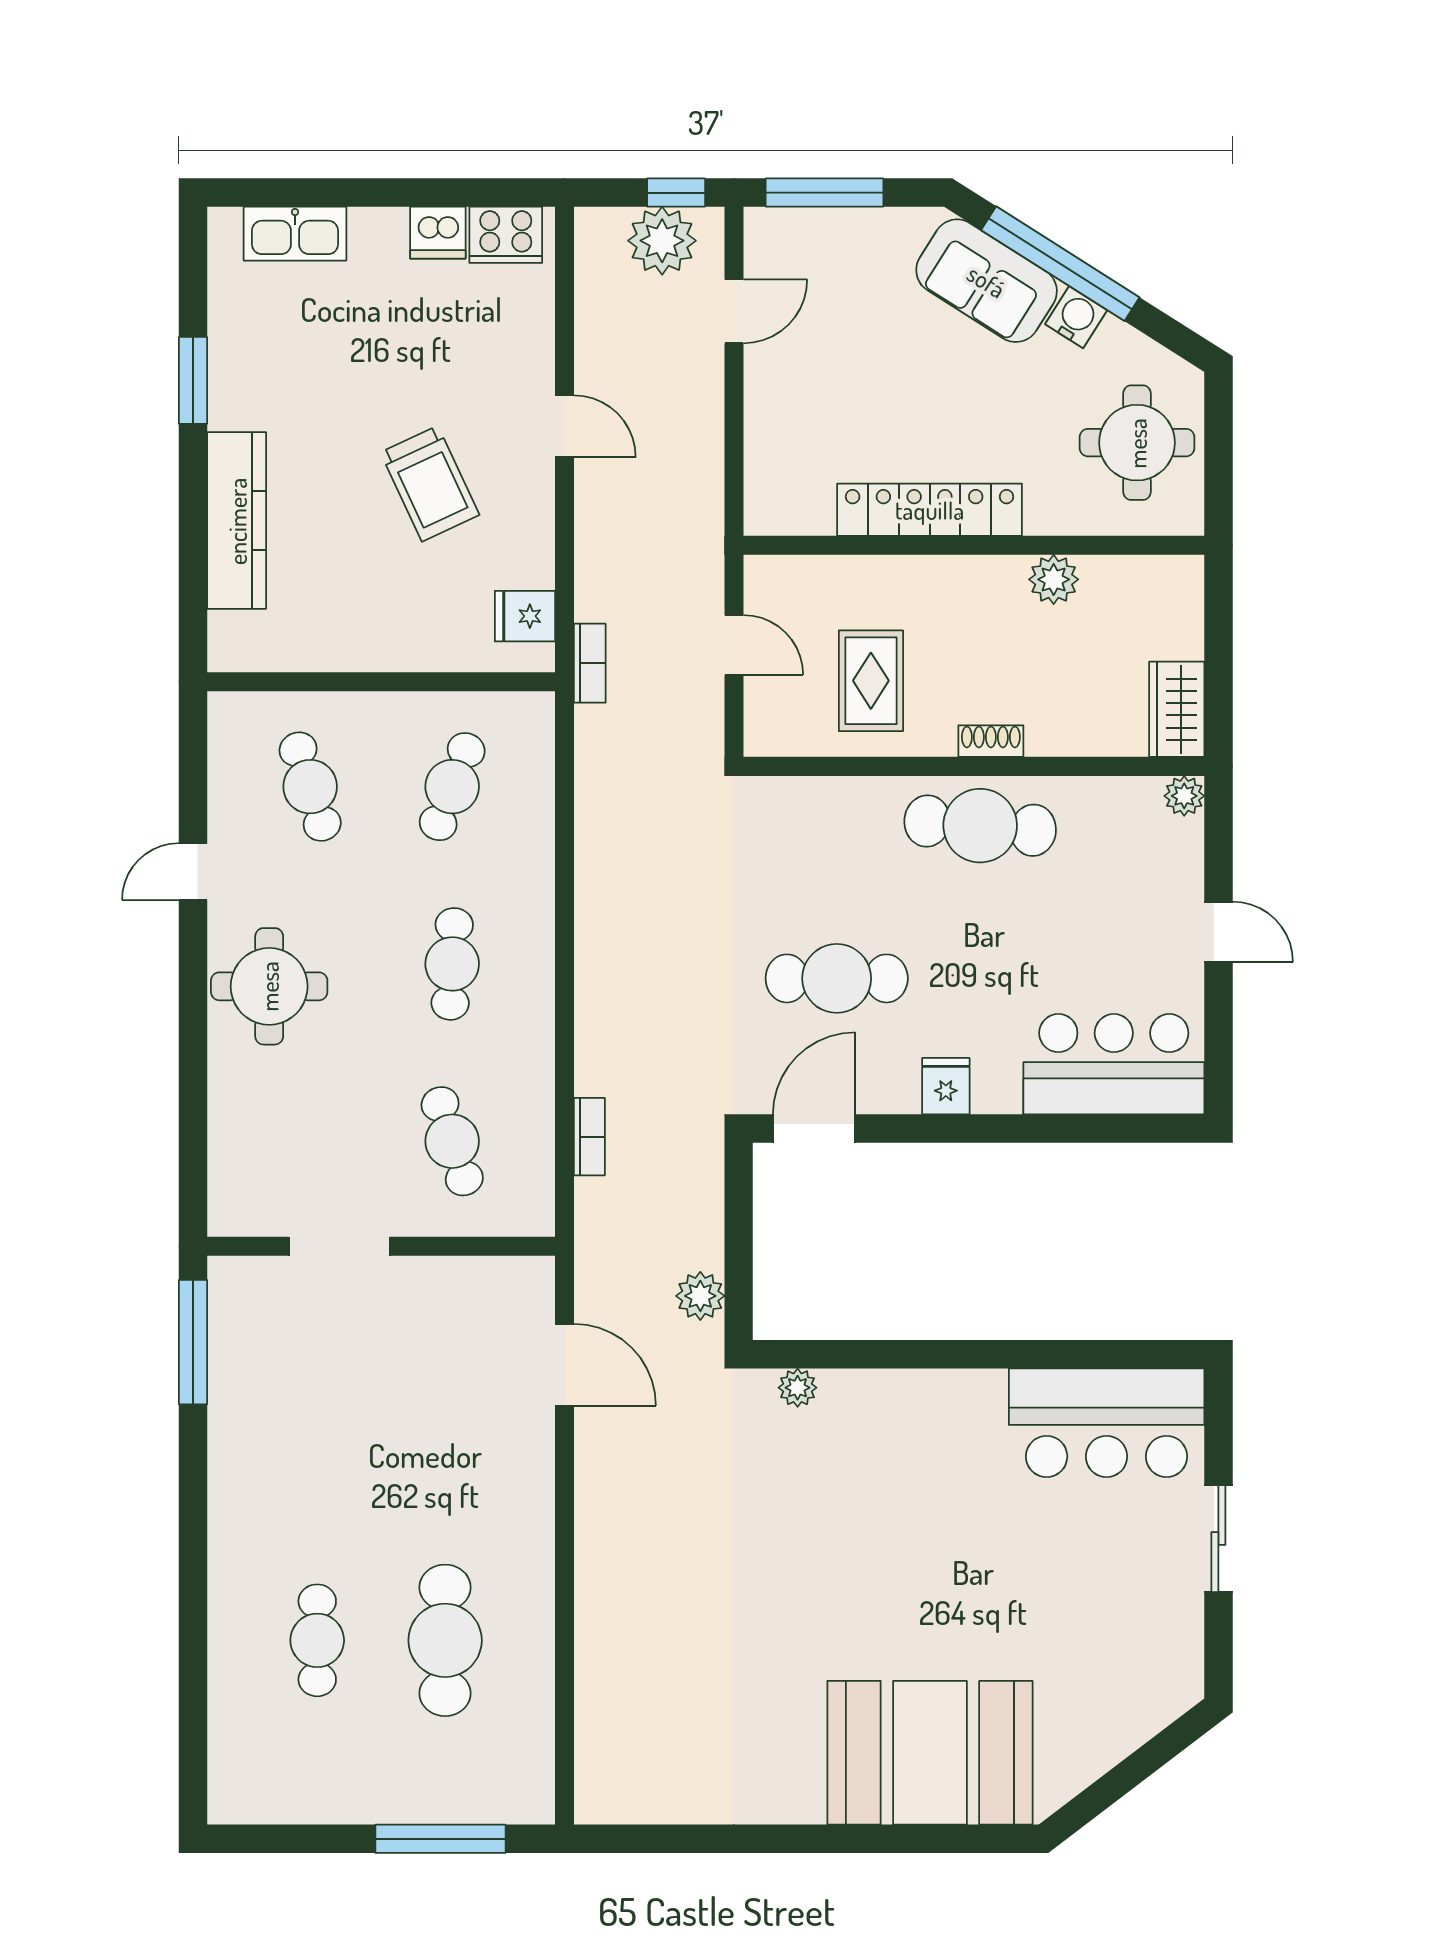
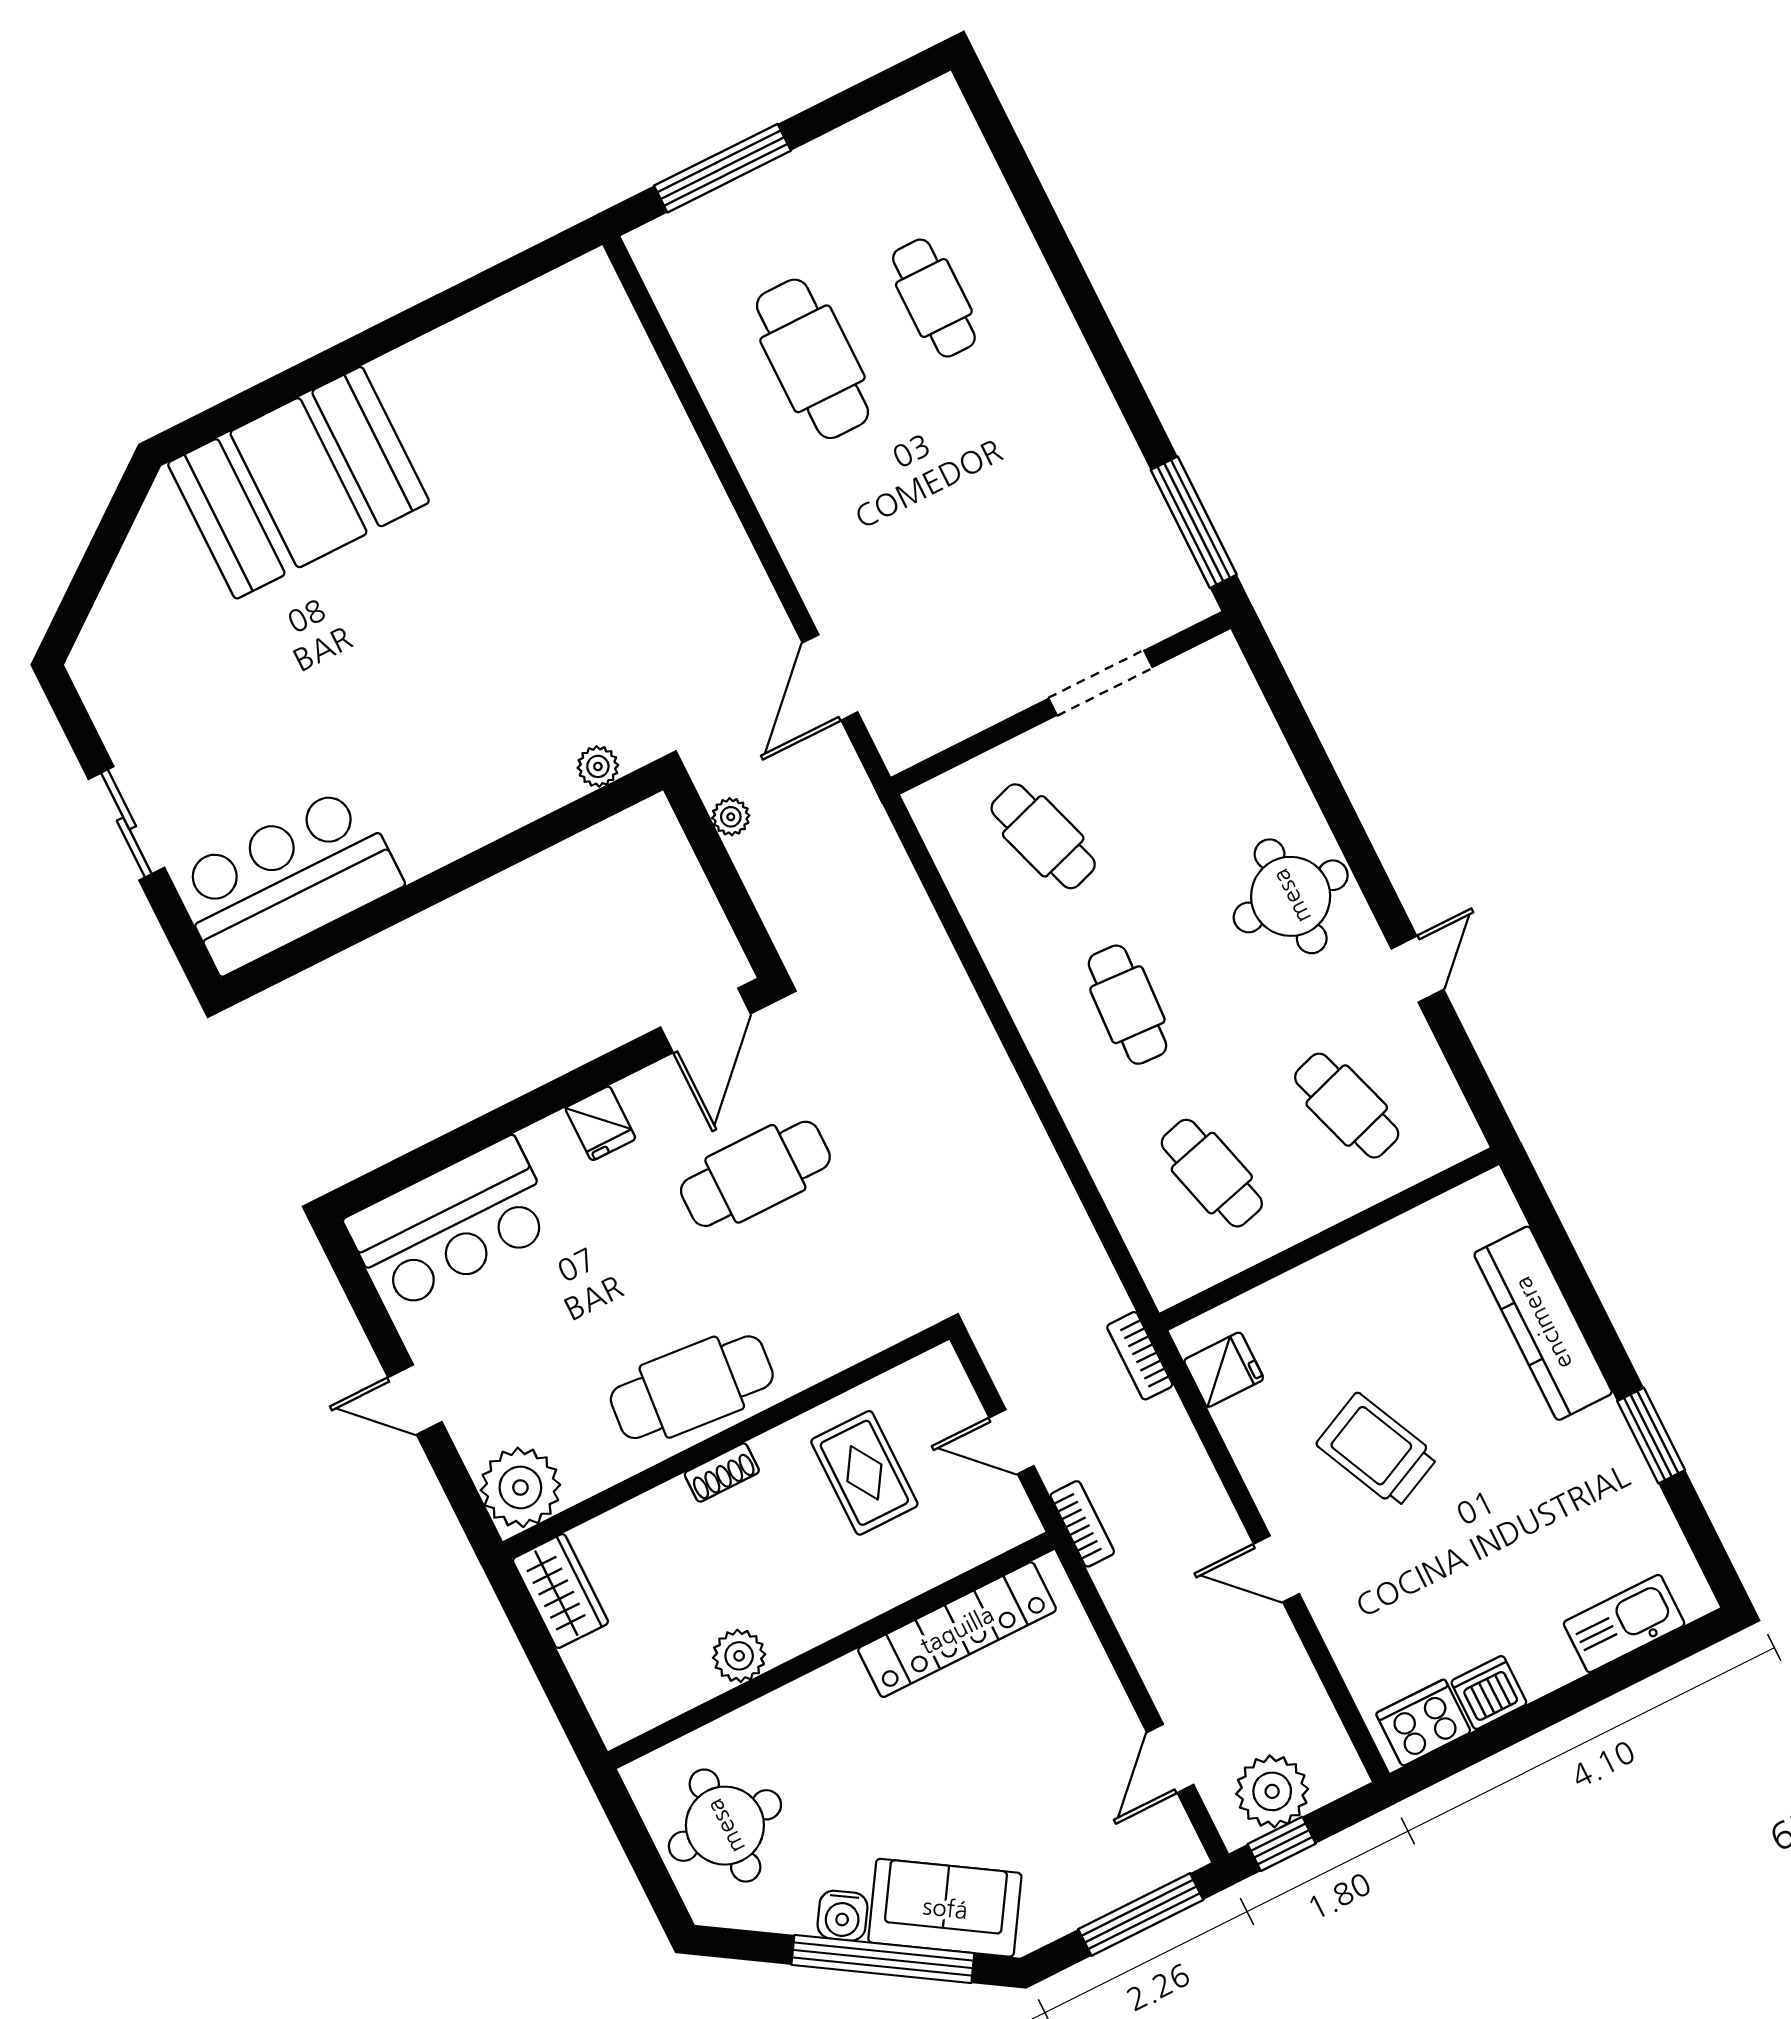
locker: (930, 510) -> (957, 1630), moved
cafe table: (452, 787) -> (1212, 1173), turned -36
plant: (1184, 796) -> (520, 1487), width x1.87, depth x1.87
bookcase: (589, 1137) -> (1082, 1524), moved, turned 180
plant: (700, 1296) -> (731, 817), width x0.73, depth x0.73
door: (565, 1365) -> (830, 677), hinge flipped

